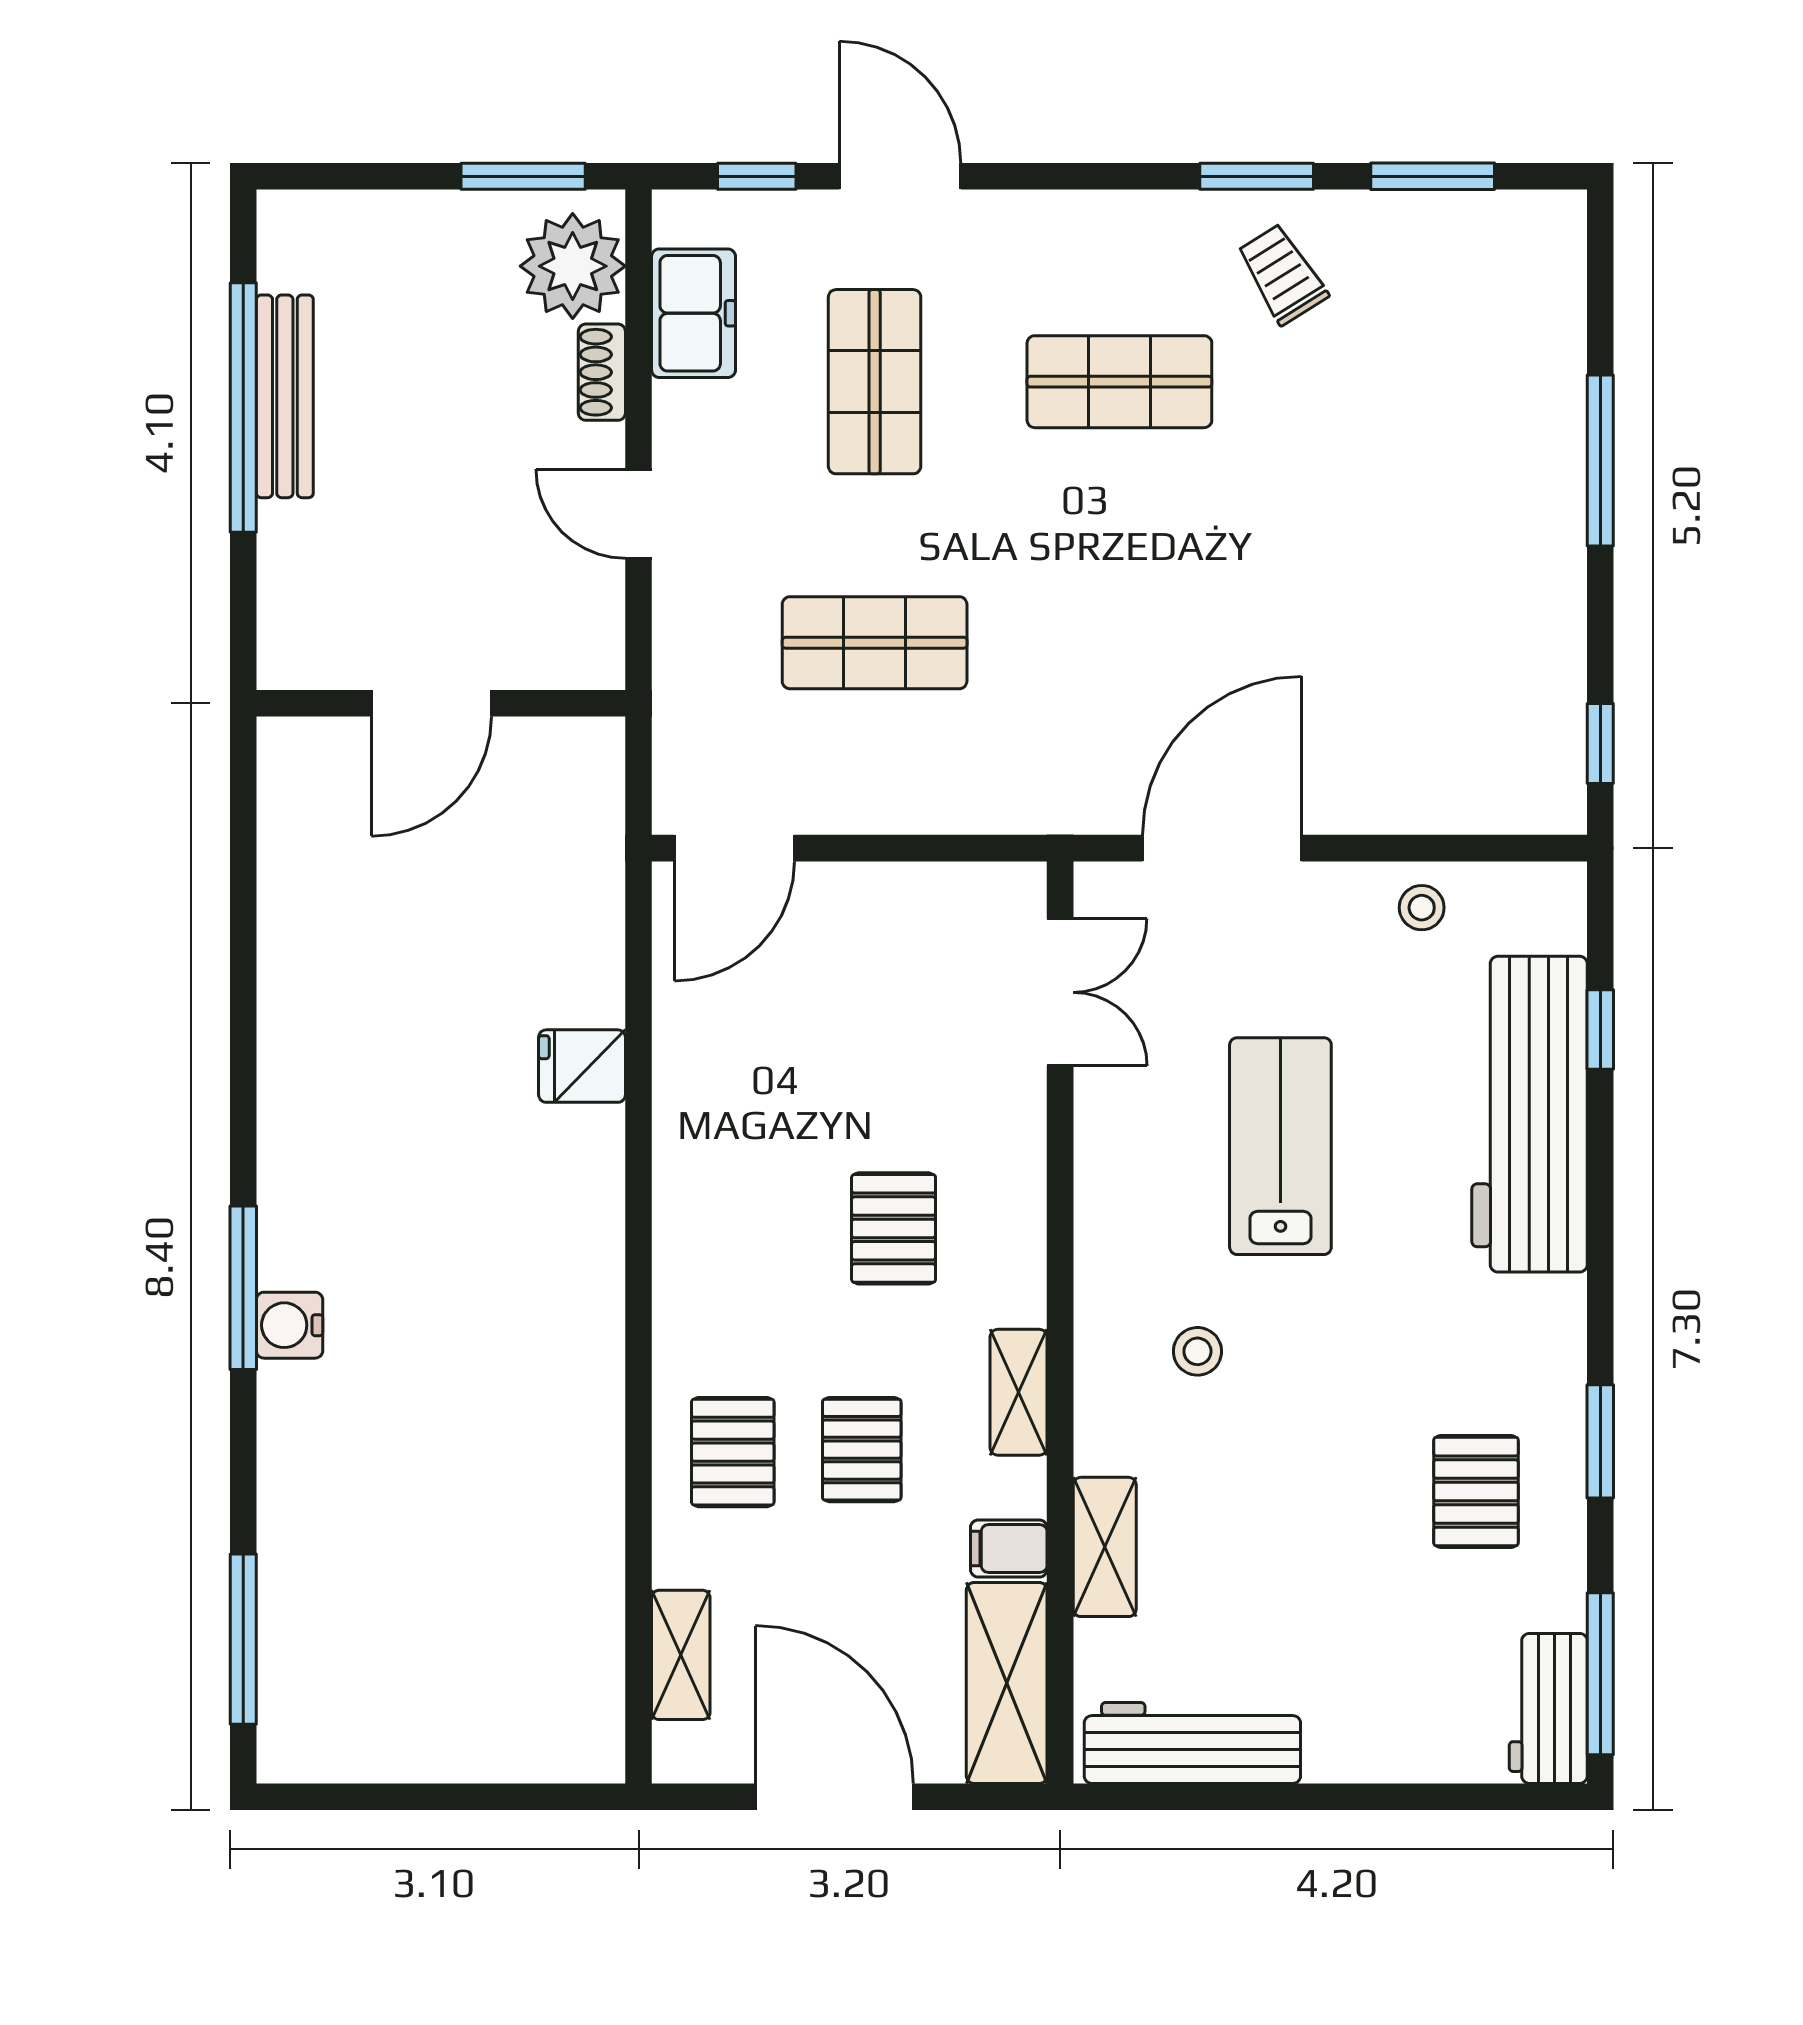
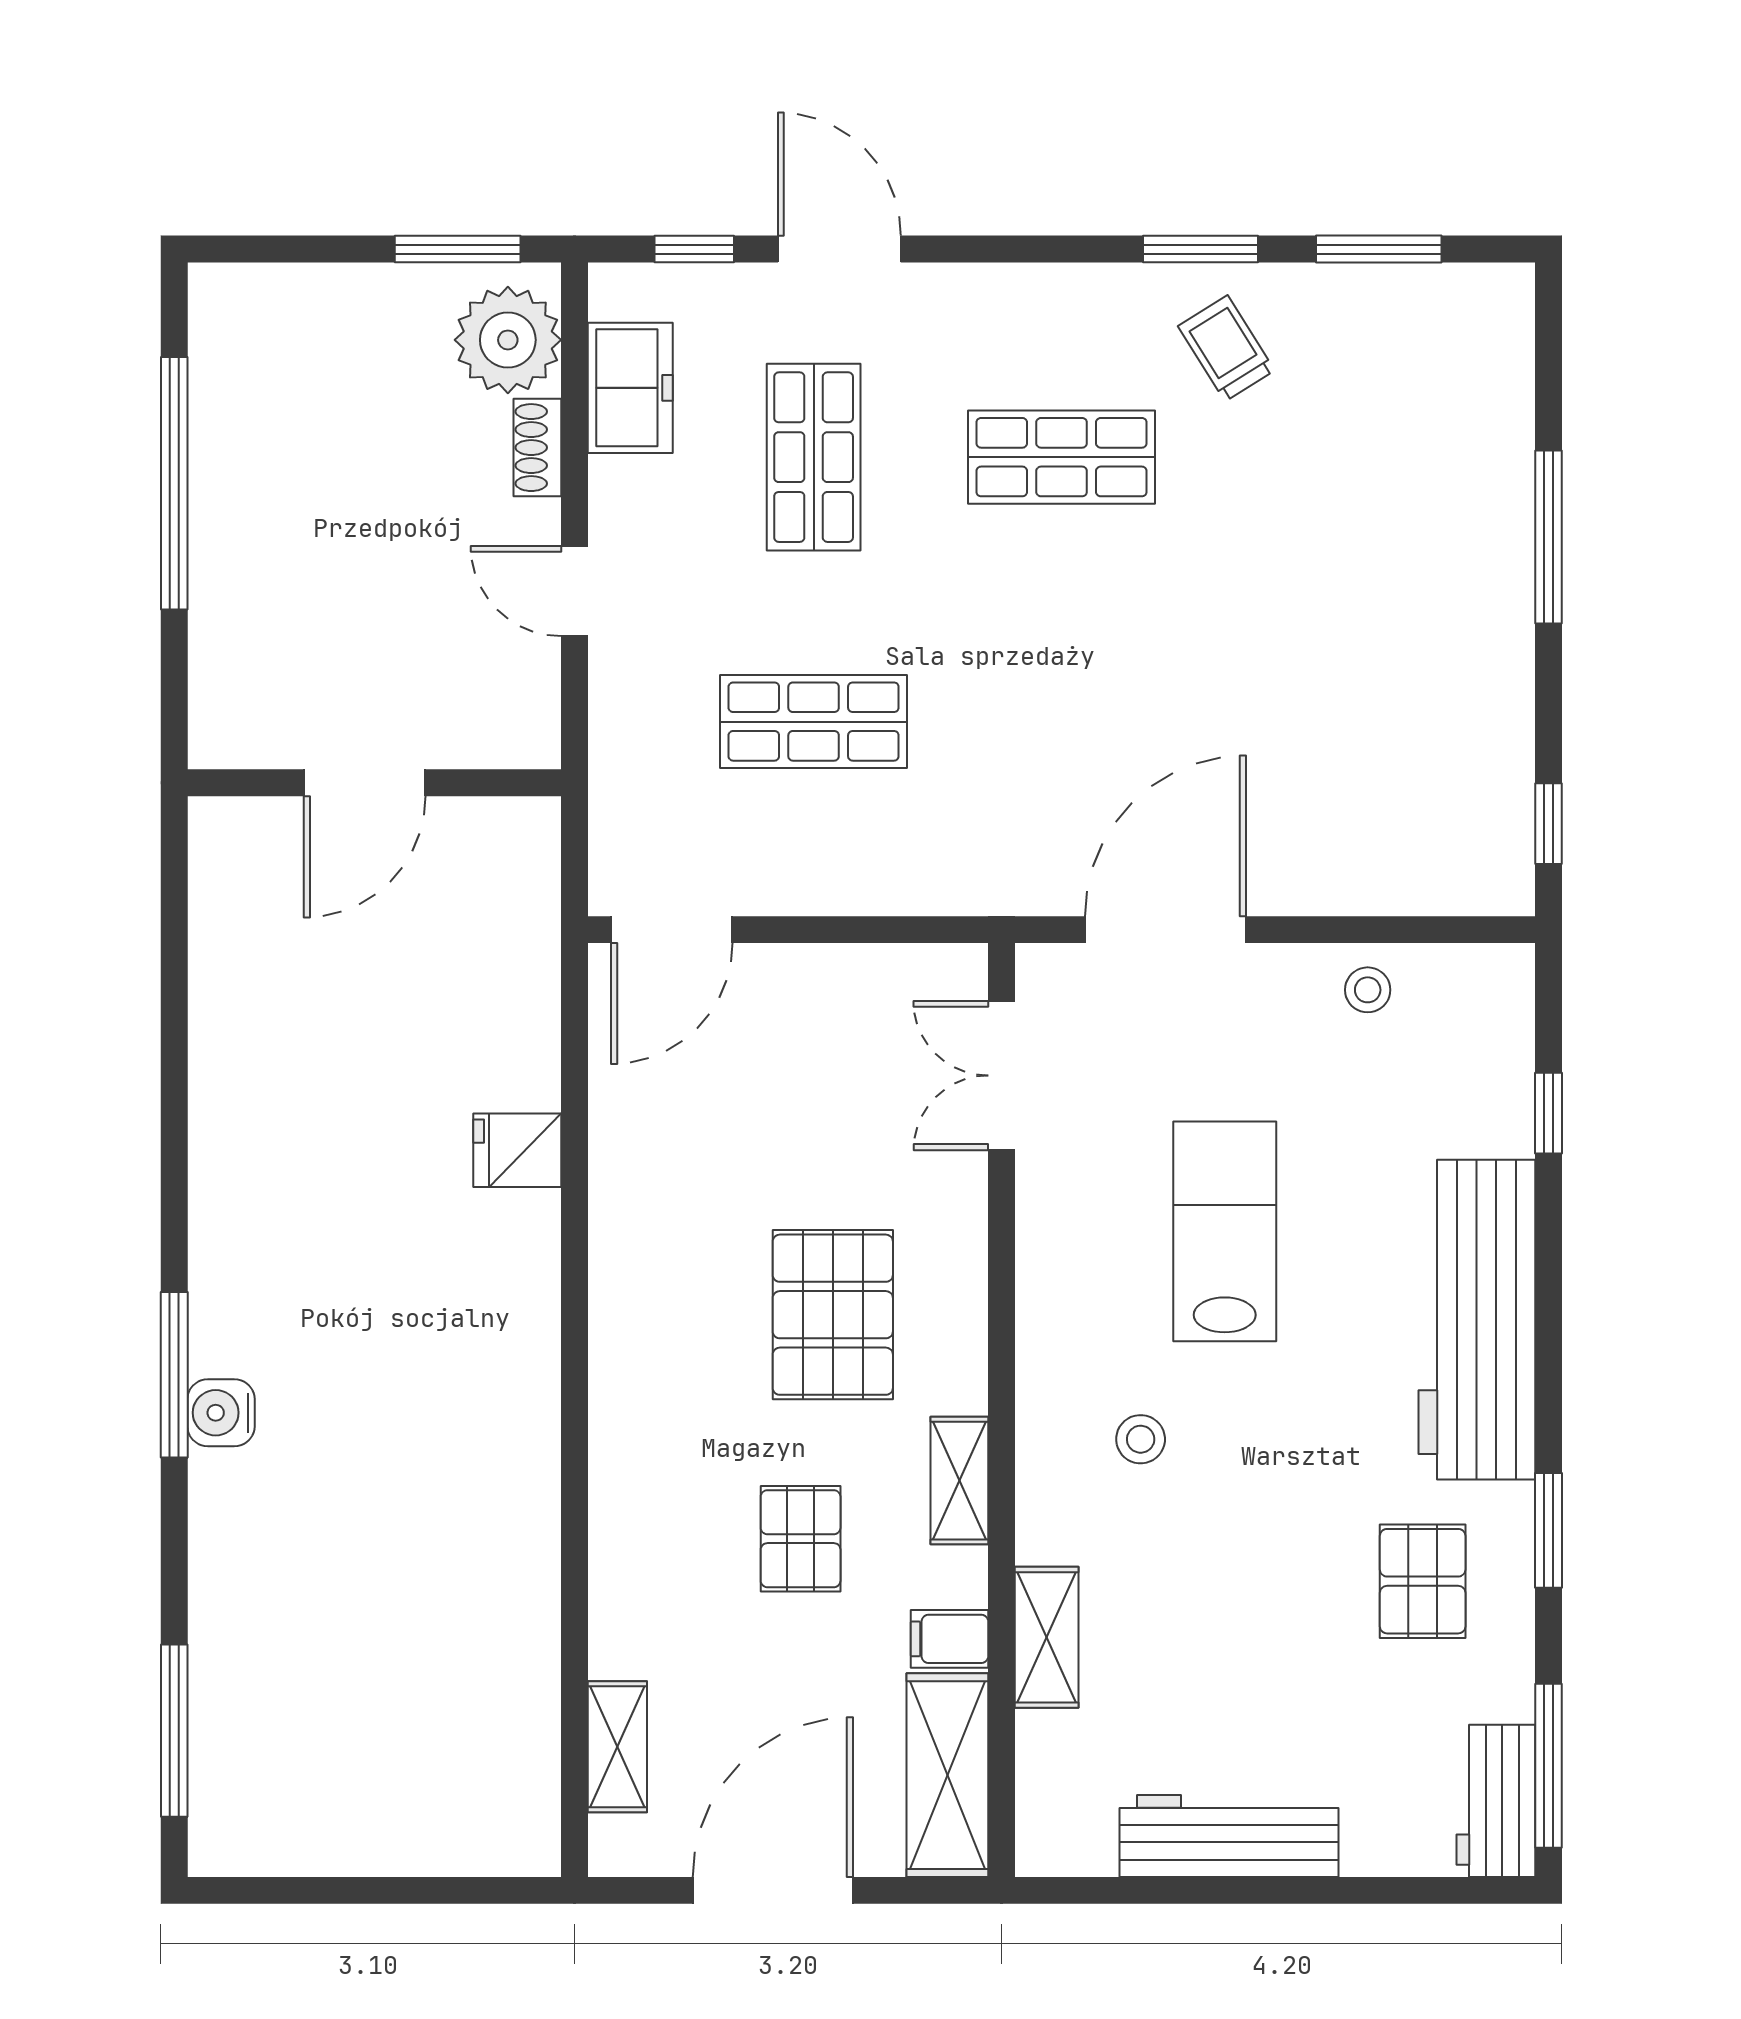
bench: (285, 396) -> (216, 472), removed
double door: (1060, 992) -> (1001, 1076), swing flipped
workbench: (1530, 1114) -> (1477, 1320), moved
pallet: (894, 1228) -> (833, 1315), width x1.50, depth x1.42
pallet: (733, 1452) -> (670, 1541), removed
workbench: (1192, 1743) -> (1229, 1836), moved
door: (834, 1797) -> (773, 1890), hinge flipped

